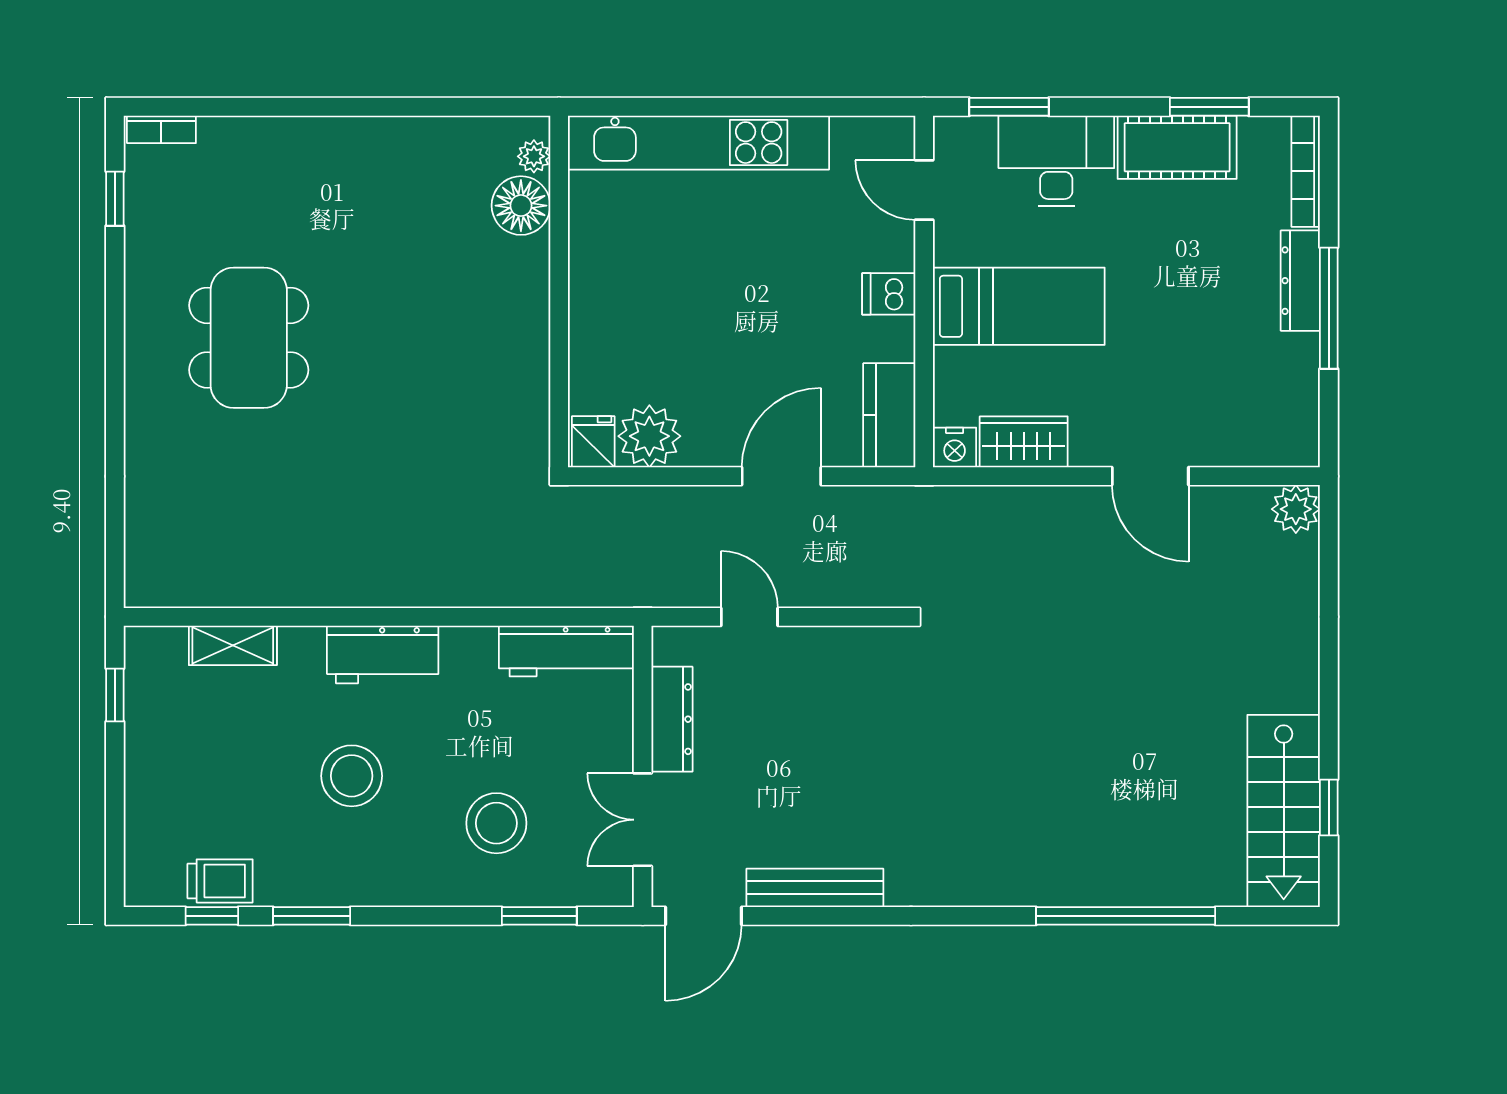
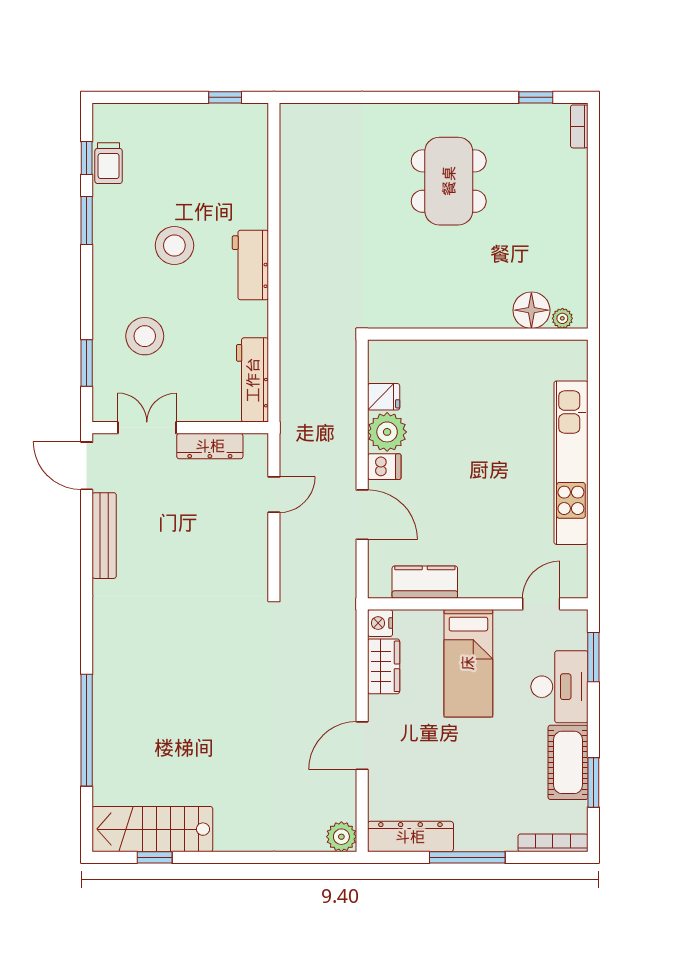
plant: (534, 156) -> (562, 318), moved
floor lamp: (521, 206) -> (531, 310), moved
dresser: (1300, 281) -> (410, 837), moved, width x1.37, depth x1.24
wall: (559, 291) -> (478, 334), moved
dishwasher: (889, 294) -> (384, 467), moved, turned 90
dining table: (249, 338) -> (449, 181), turned 90
kitchen counter: (889, 415) -> (425, 582), moved
shelving: (233, 645) -> (256, 171), removed

